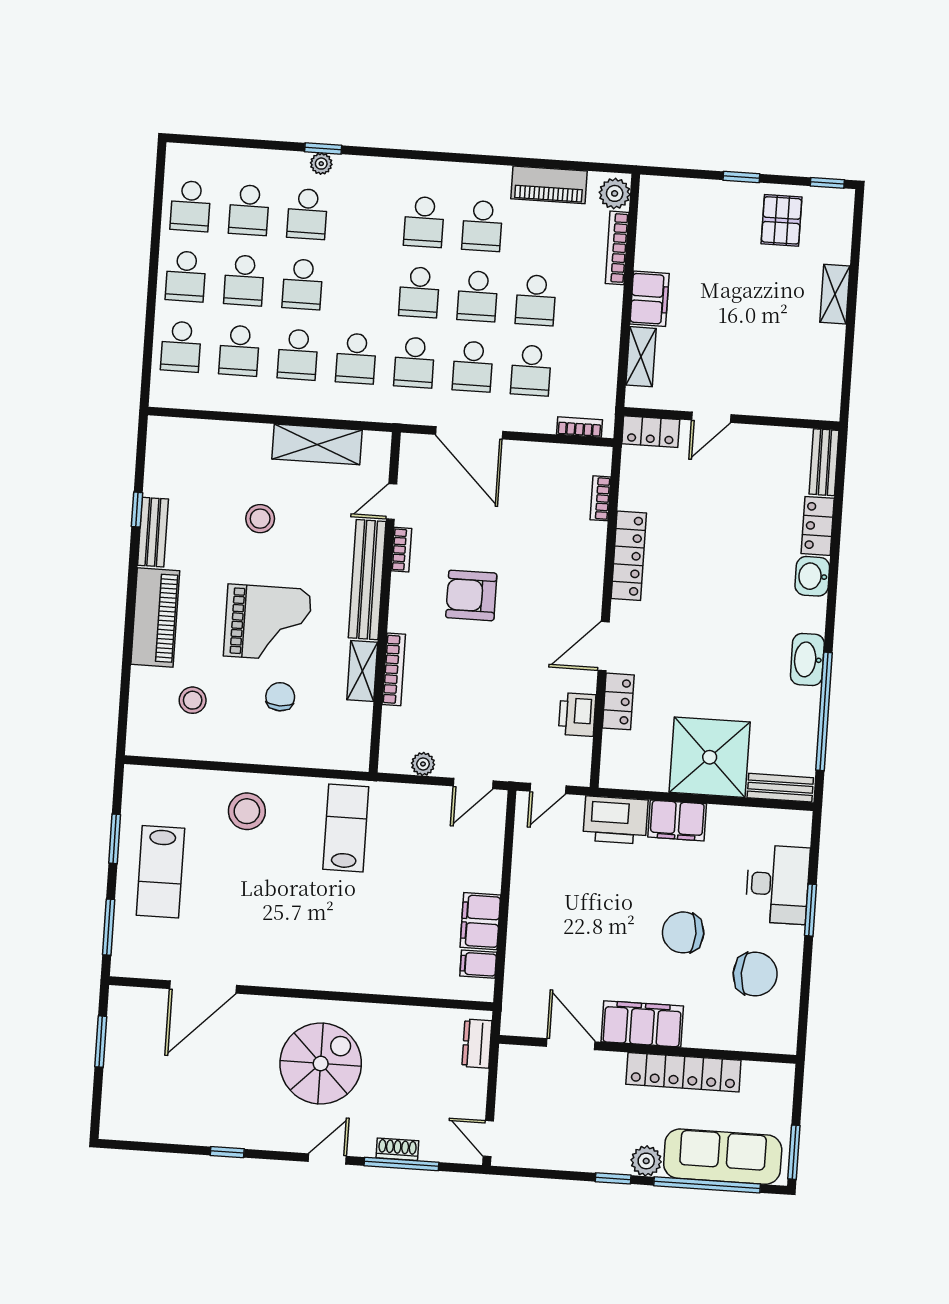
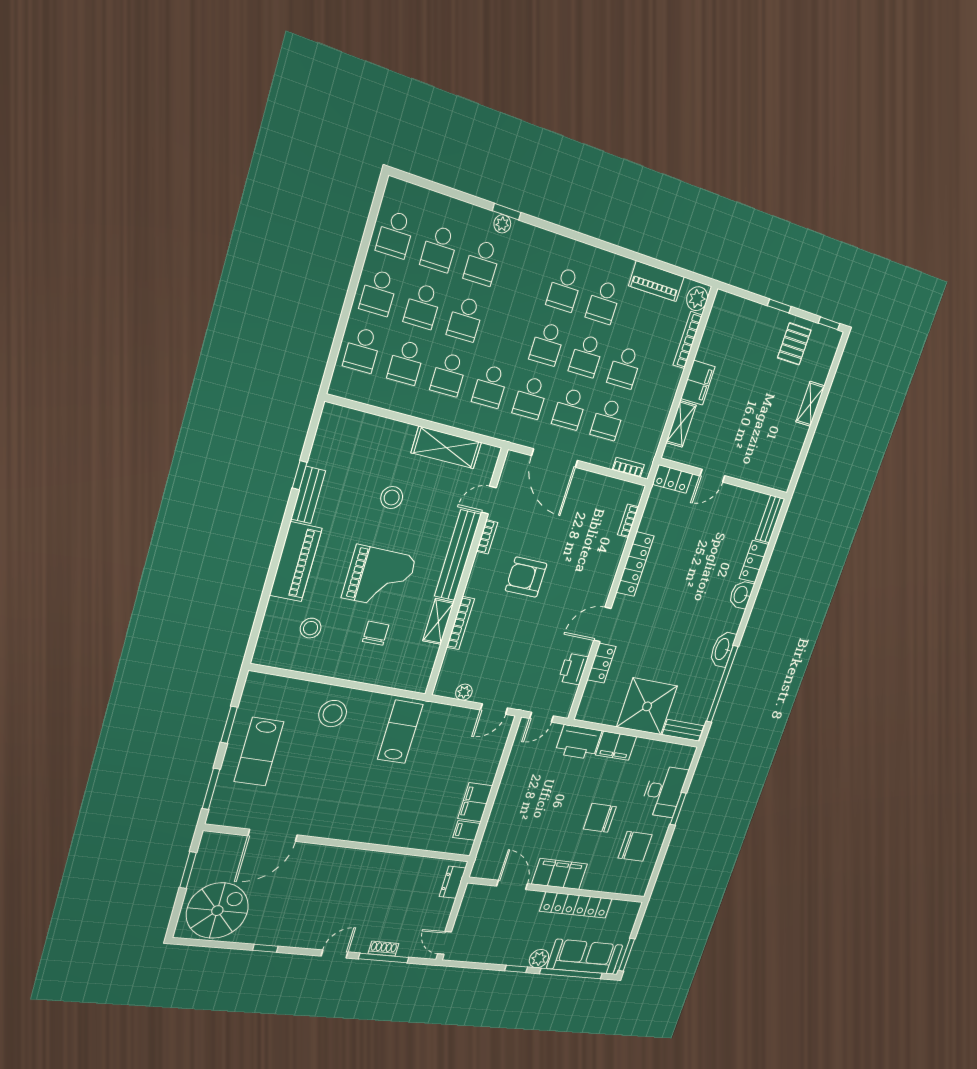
spiral stairs: (321, 1063) -> (217, 911), moved

